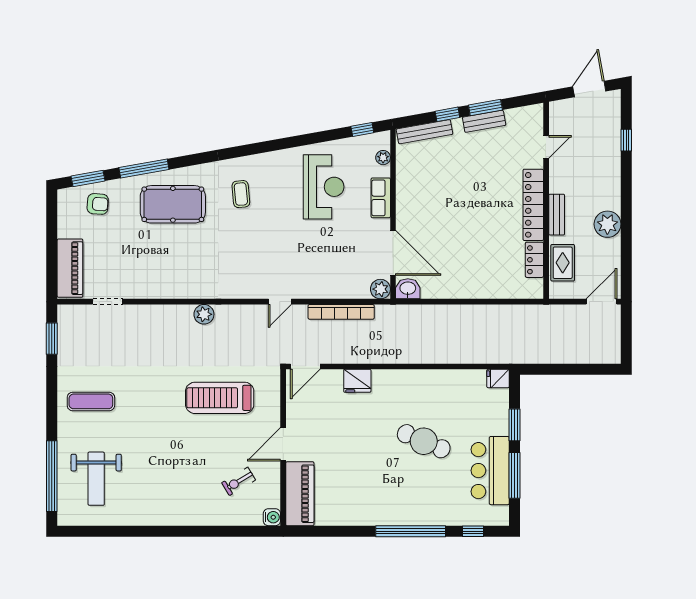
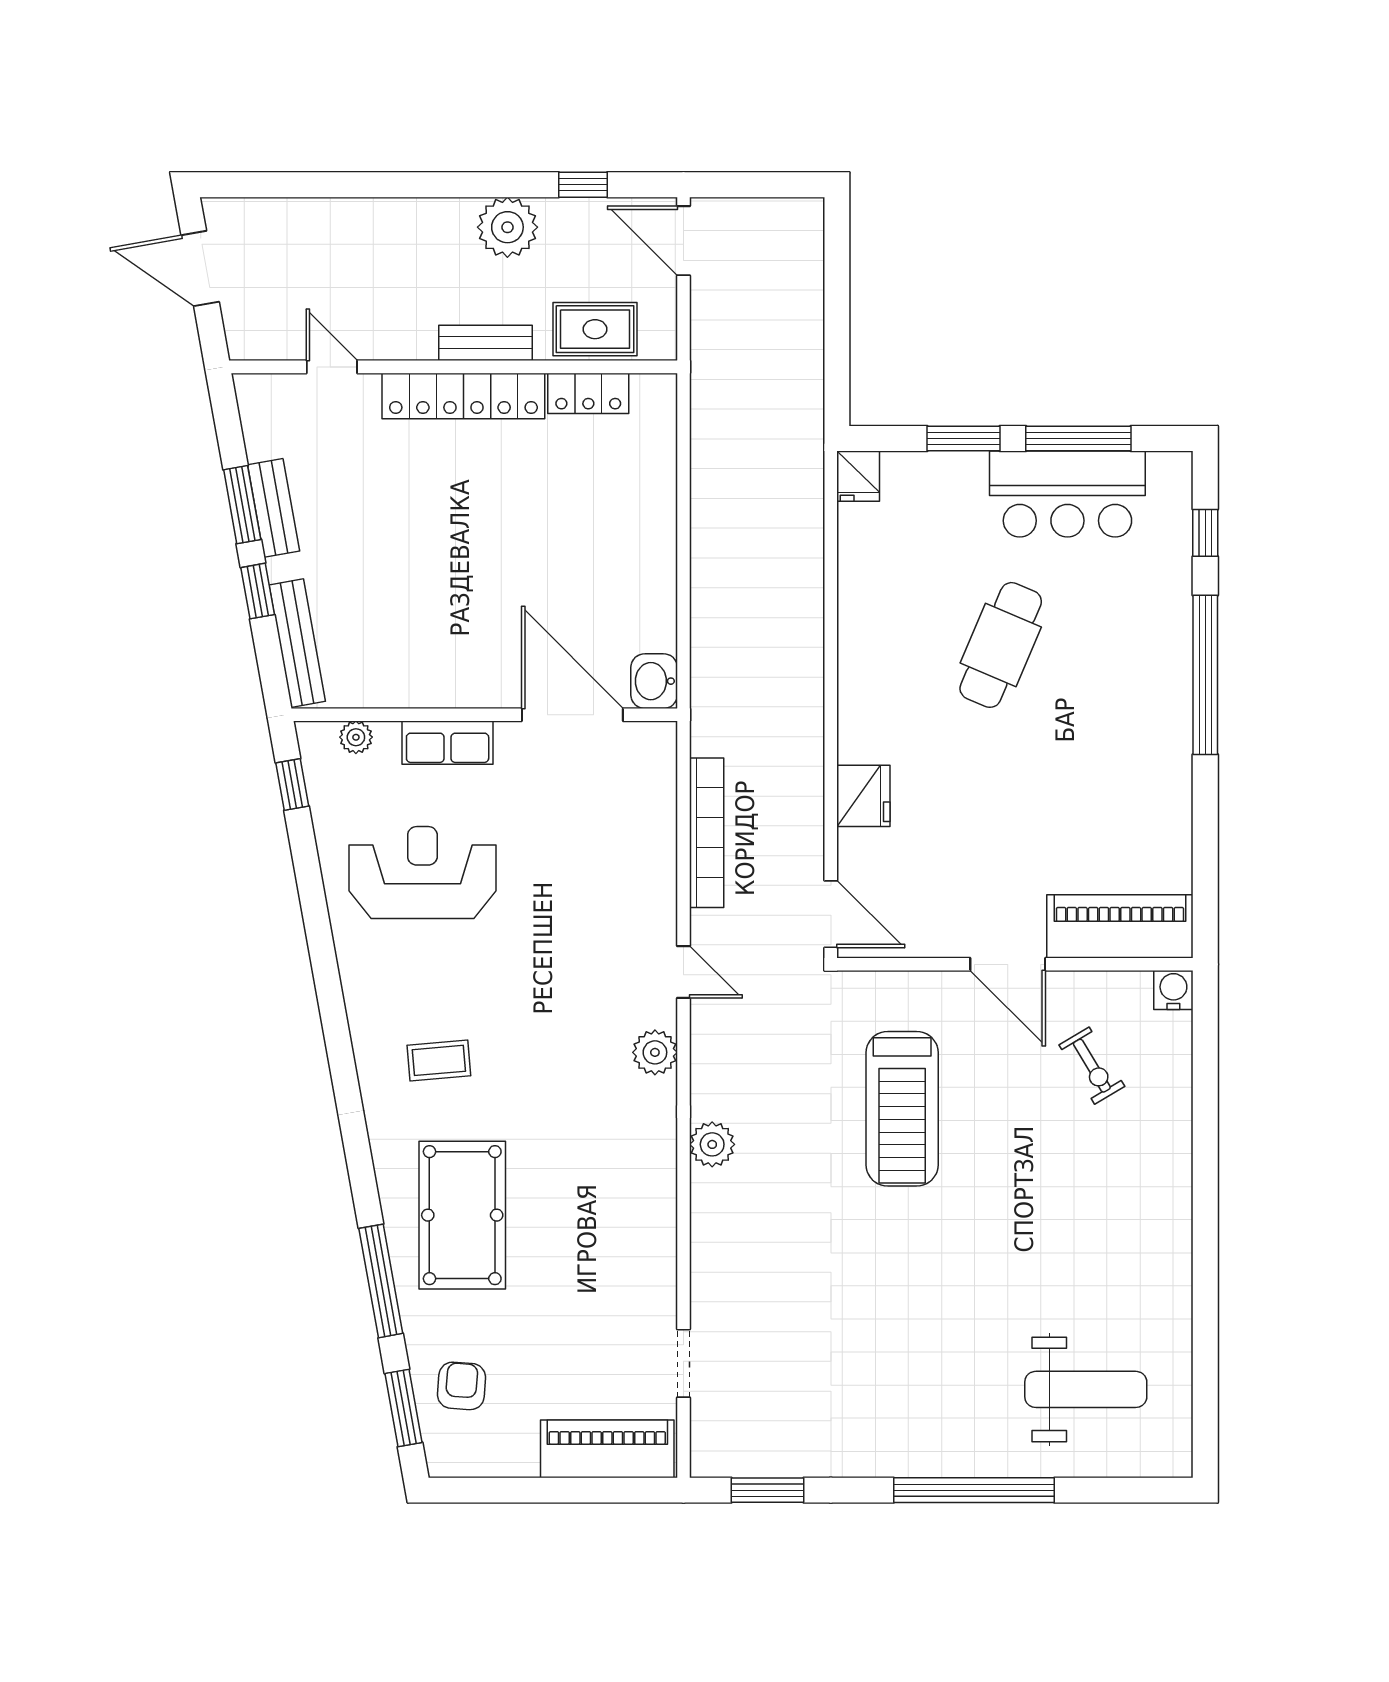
window: (626, 140) -> (583, 185), moved
door: (393, 253) -> (572, 715), hinge flipped
plant: (380, 289) -> (655, 1052), moved
exercise mat: (91, 401) -> (910, 1401), removed
window: (52, 476) -> (974, 1490), moved

